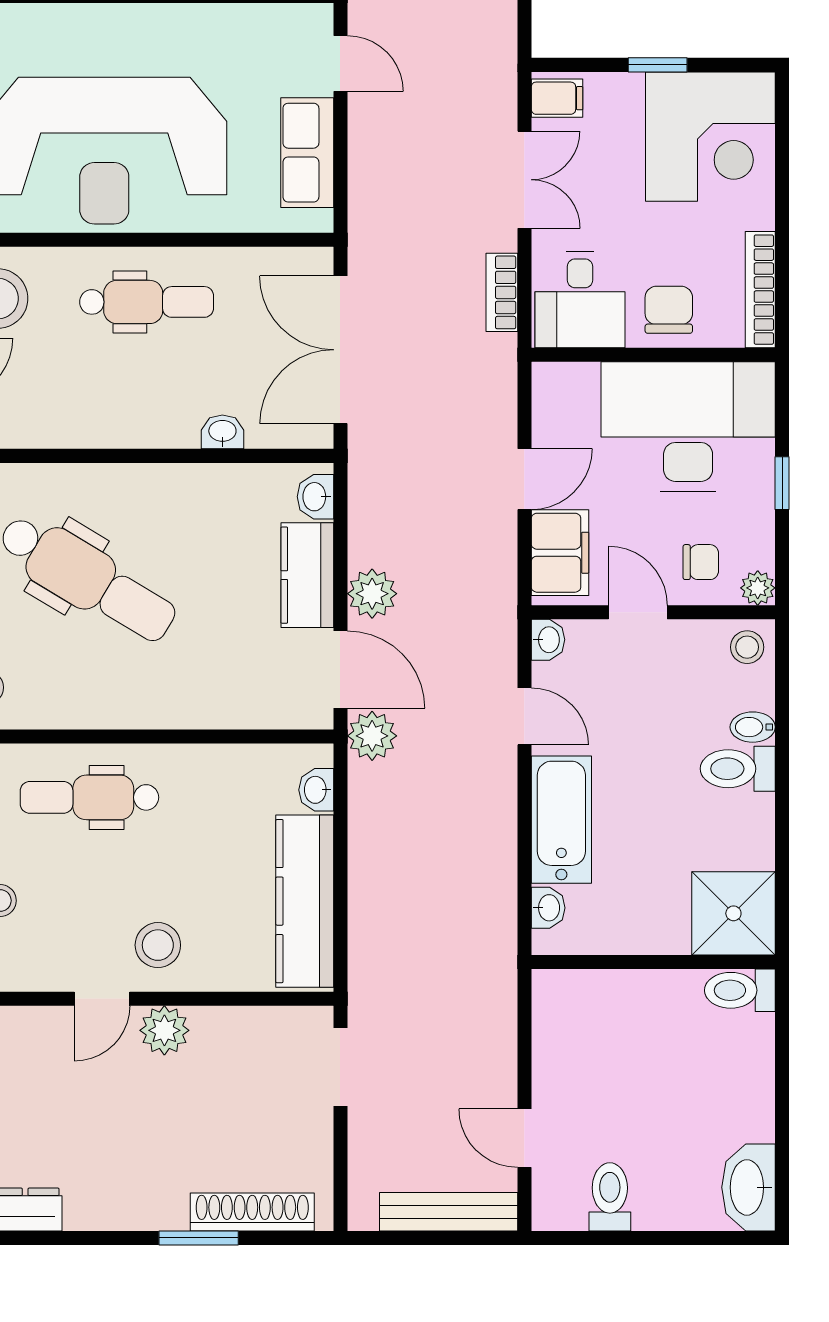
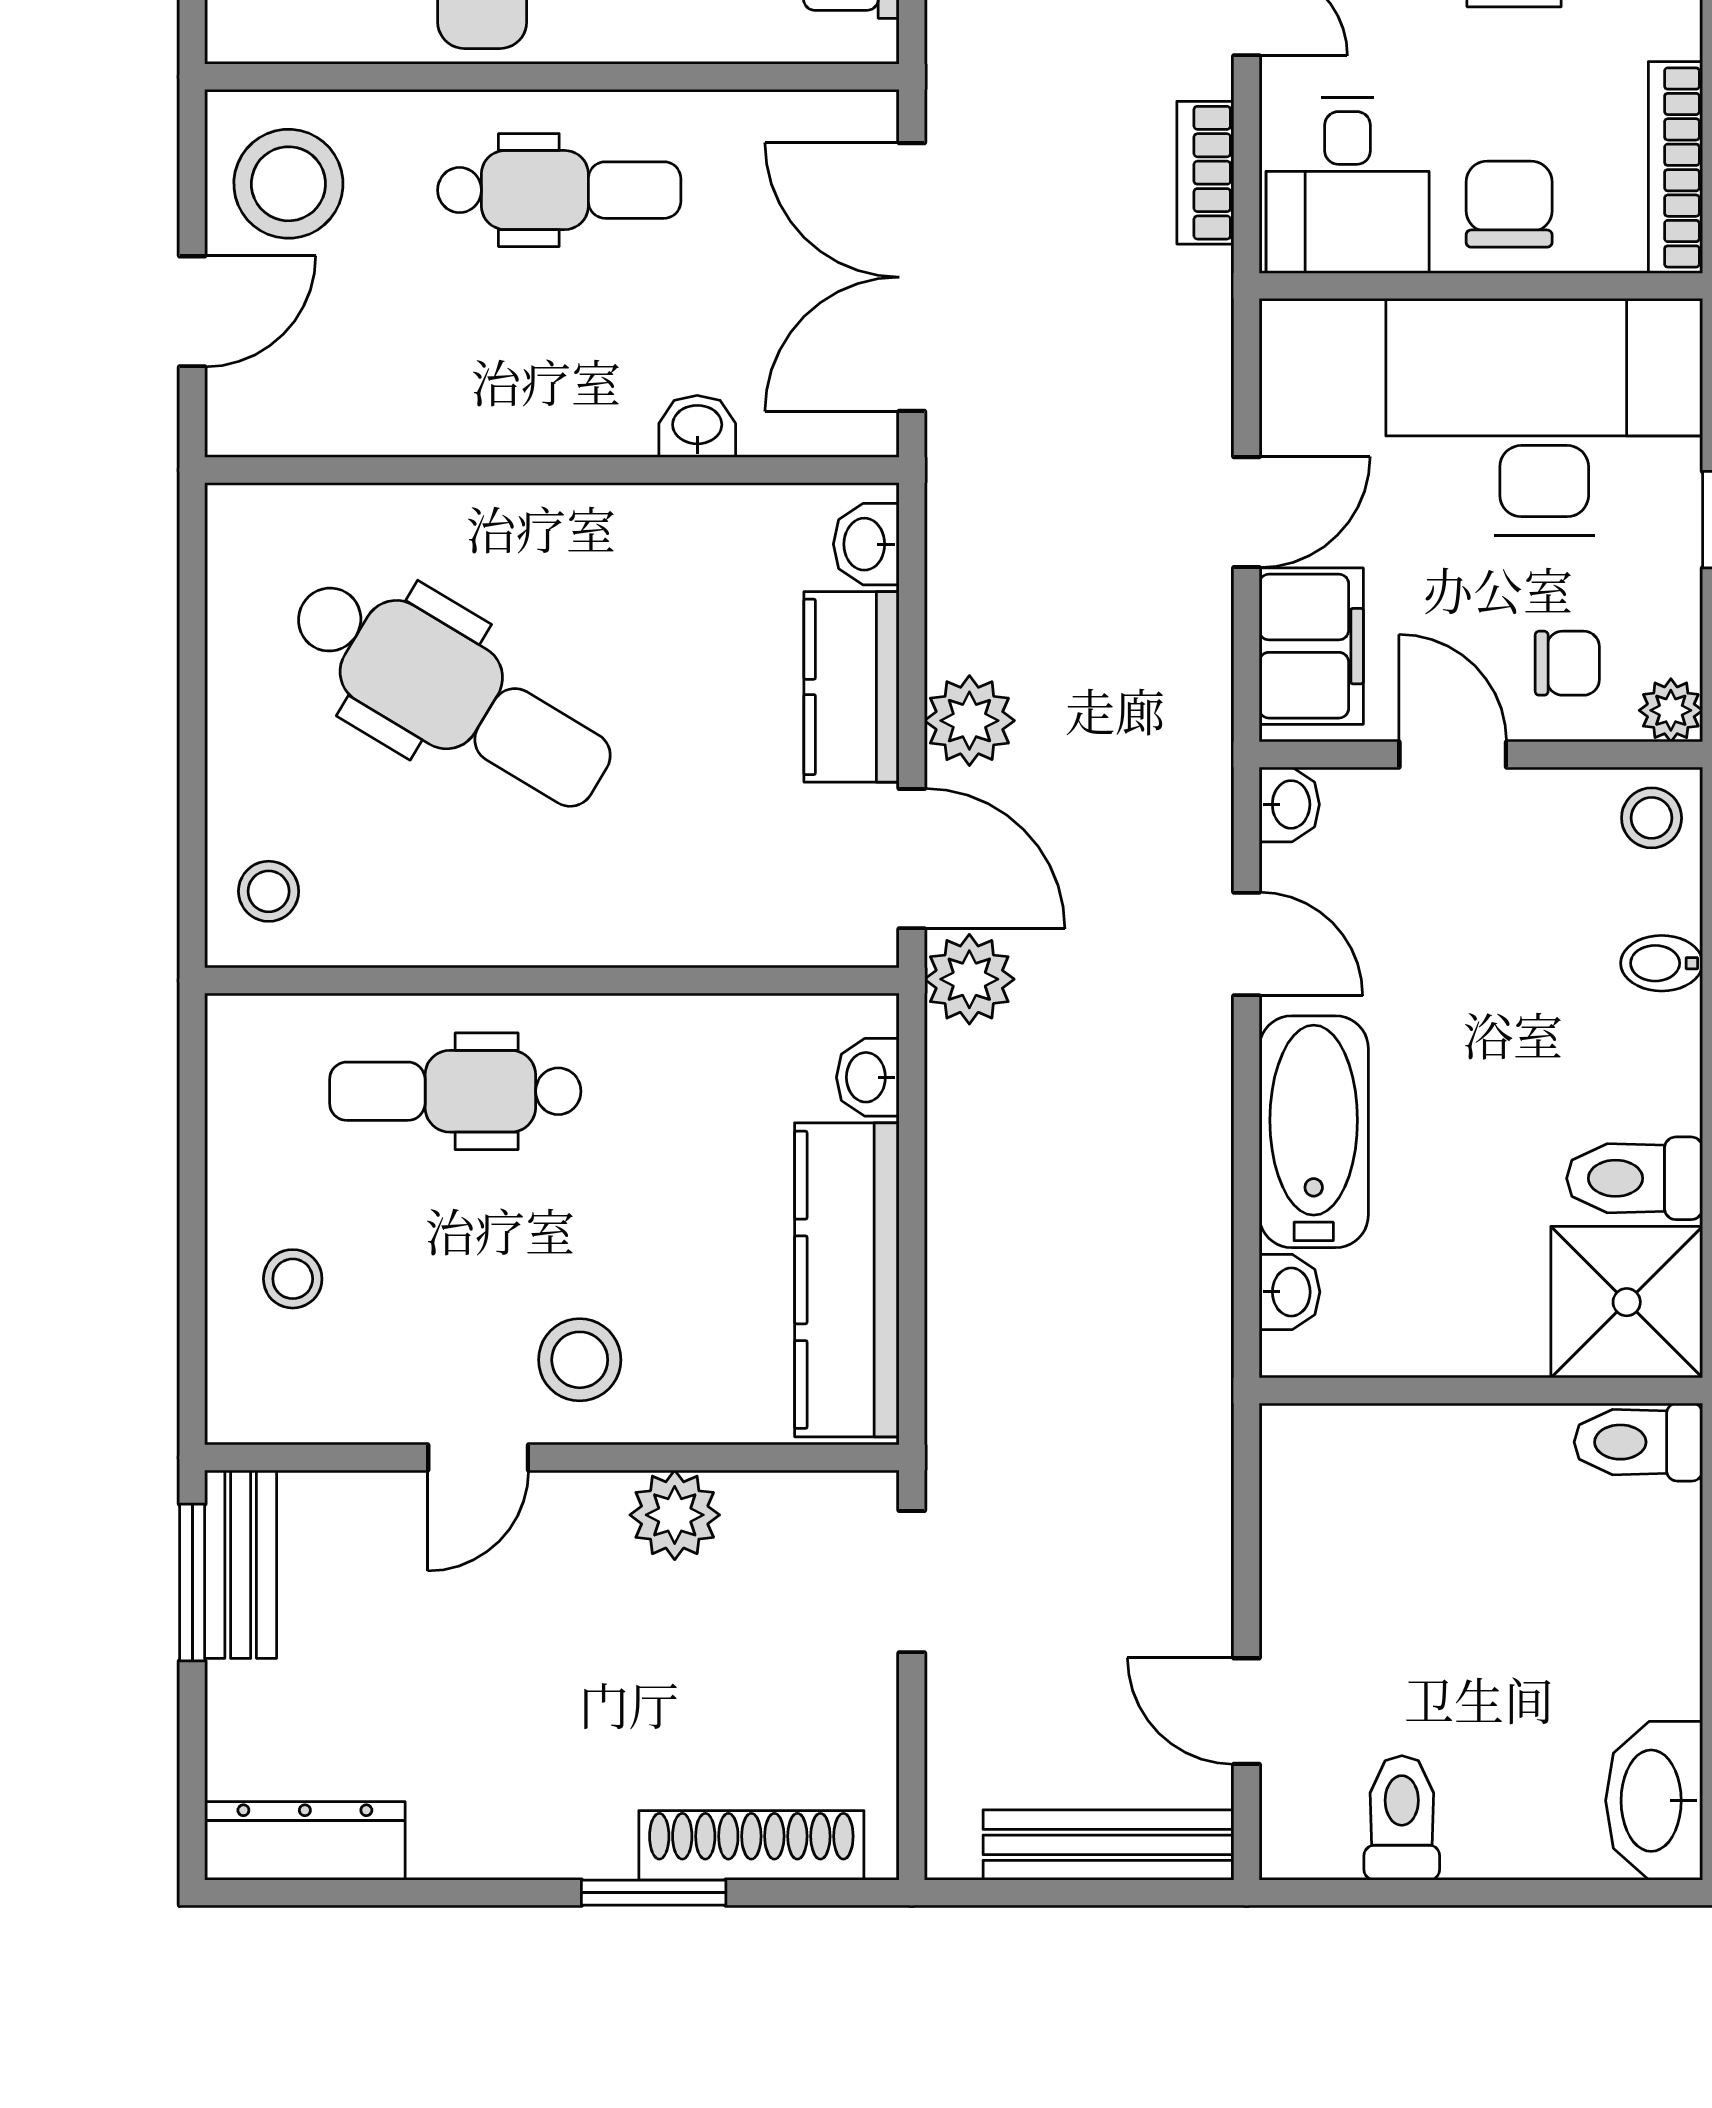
toilet: (738, 769) -> (1635, 1178), moved
plant: (164, 1030) -> (675, 1515), moved

